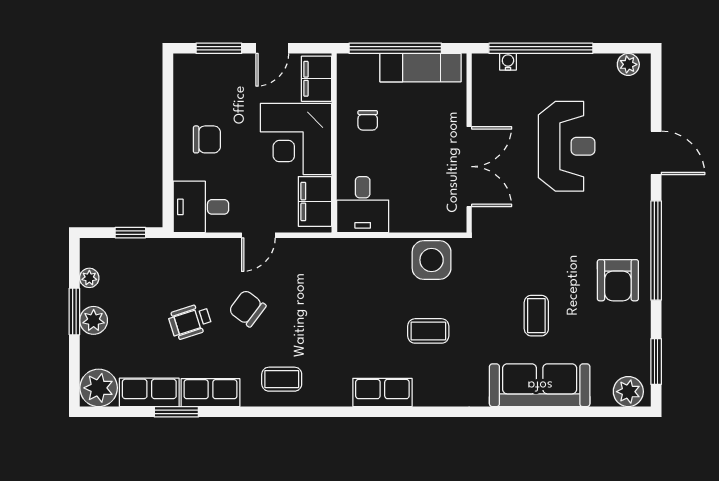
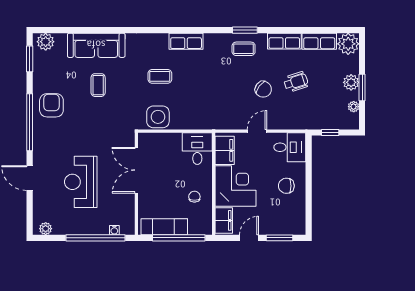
window: (176, 412) -> (245, 30), moved

